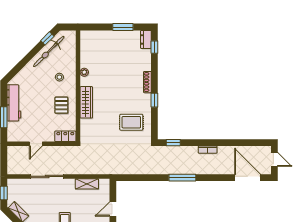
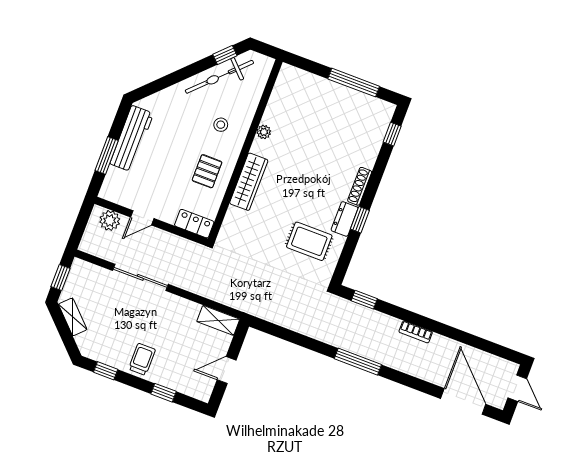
window: (123, 27) -> (354, 83), width x1.44
dresser: (146, 39) -> (345, 219), moved
plant: (19, 152) -> (110, 221), added
shelving: (87, 184) -> (218, 320), moved

